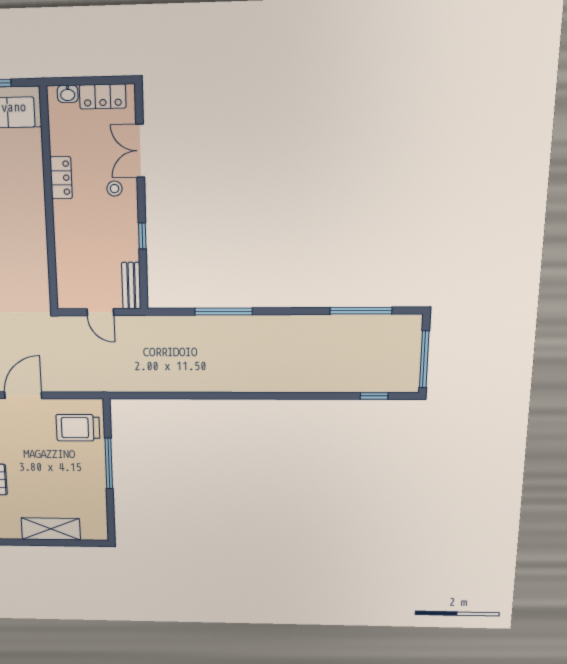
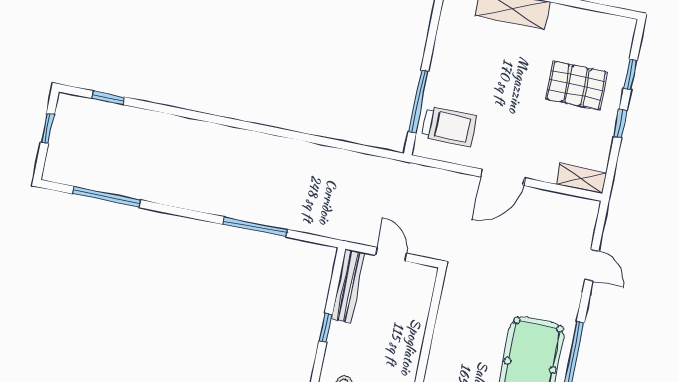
bench: (131, 286) -> (348, 286), width x1.36
window: (424, 359) -> (47, 129), width x0.46
window: (109, 463) -> (418, 101), moved

